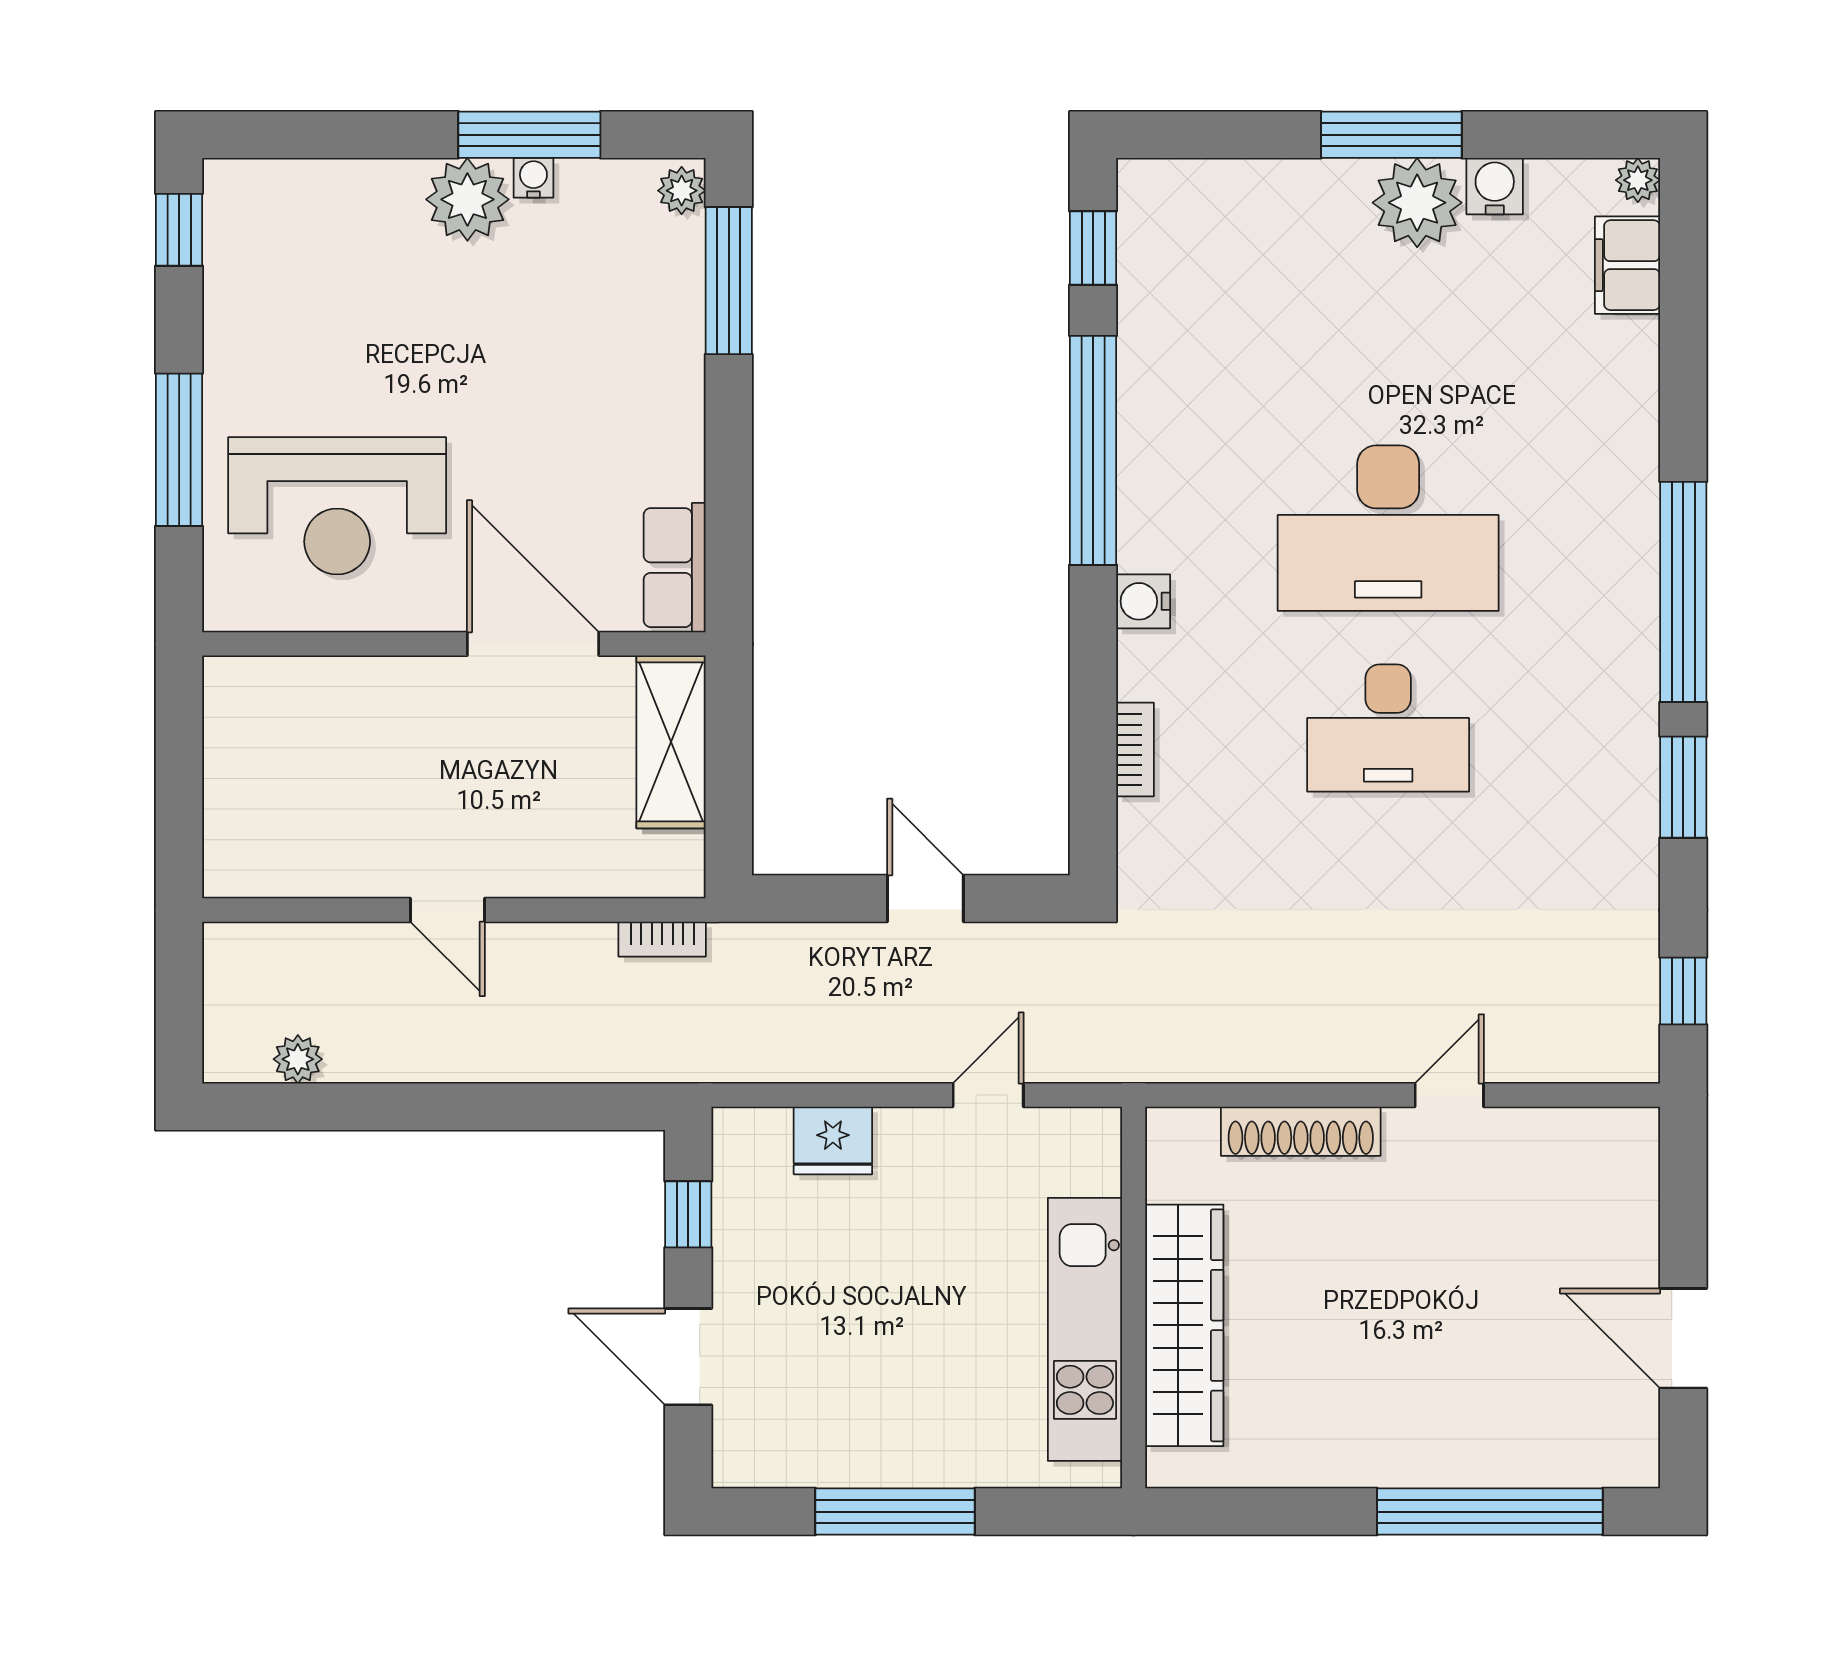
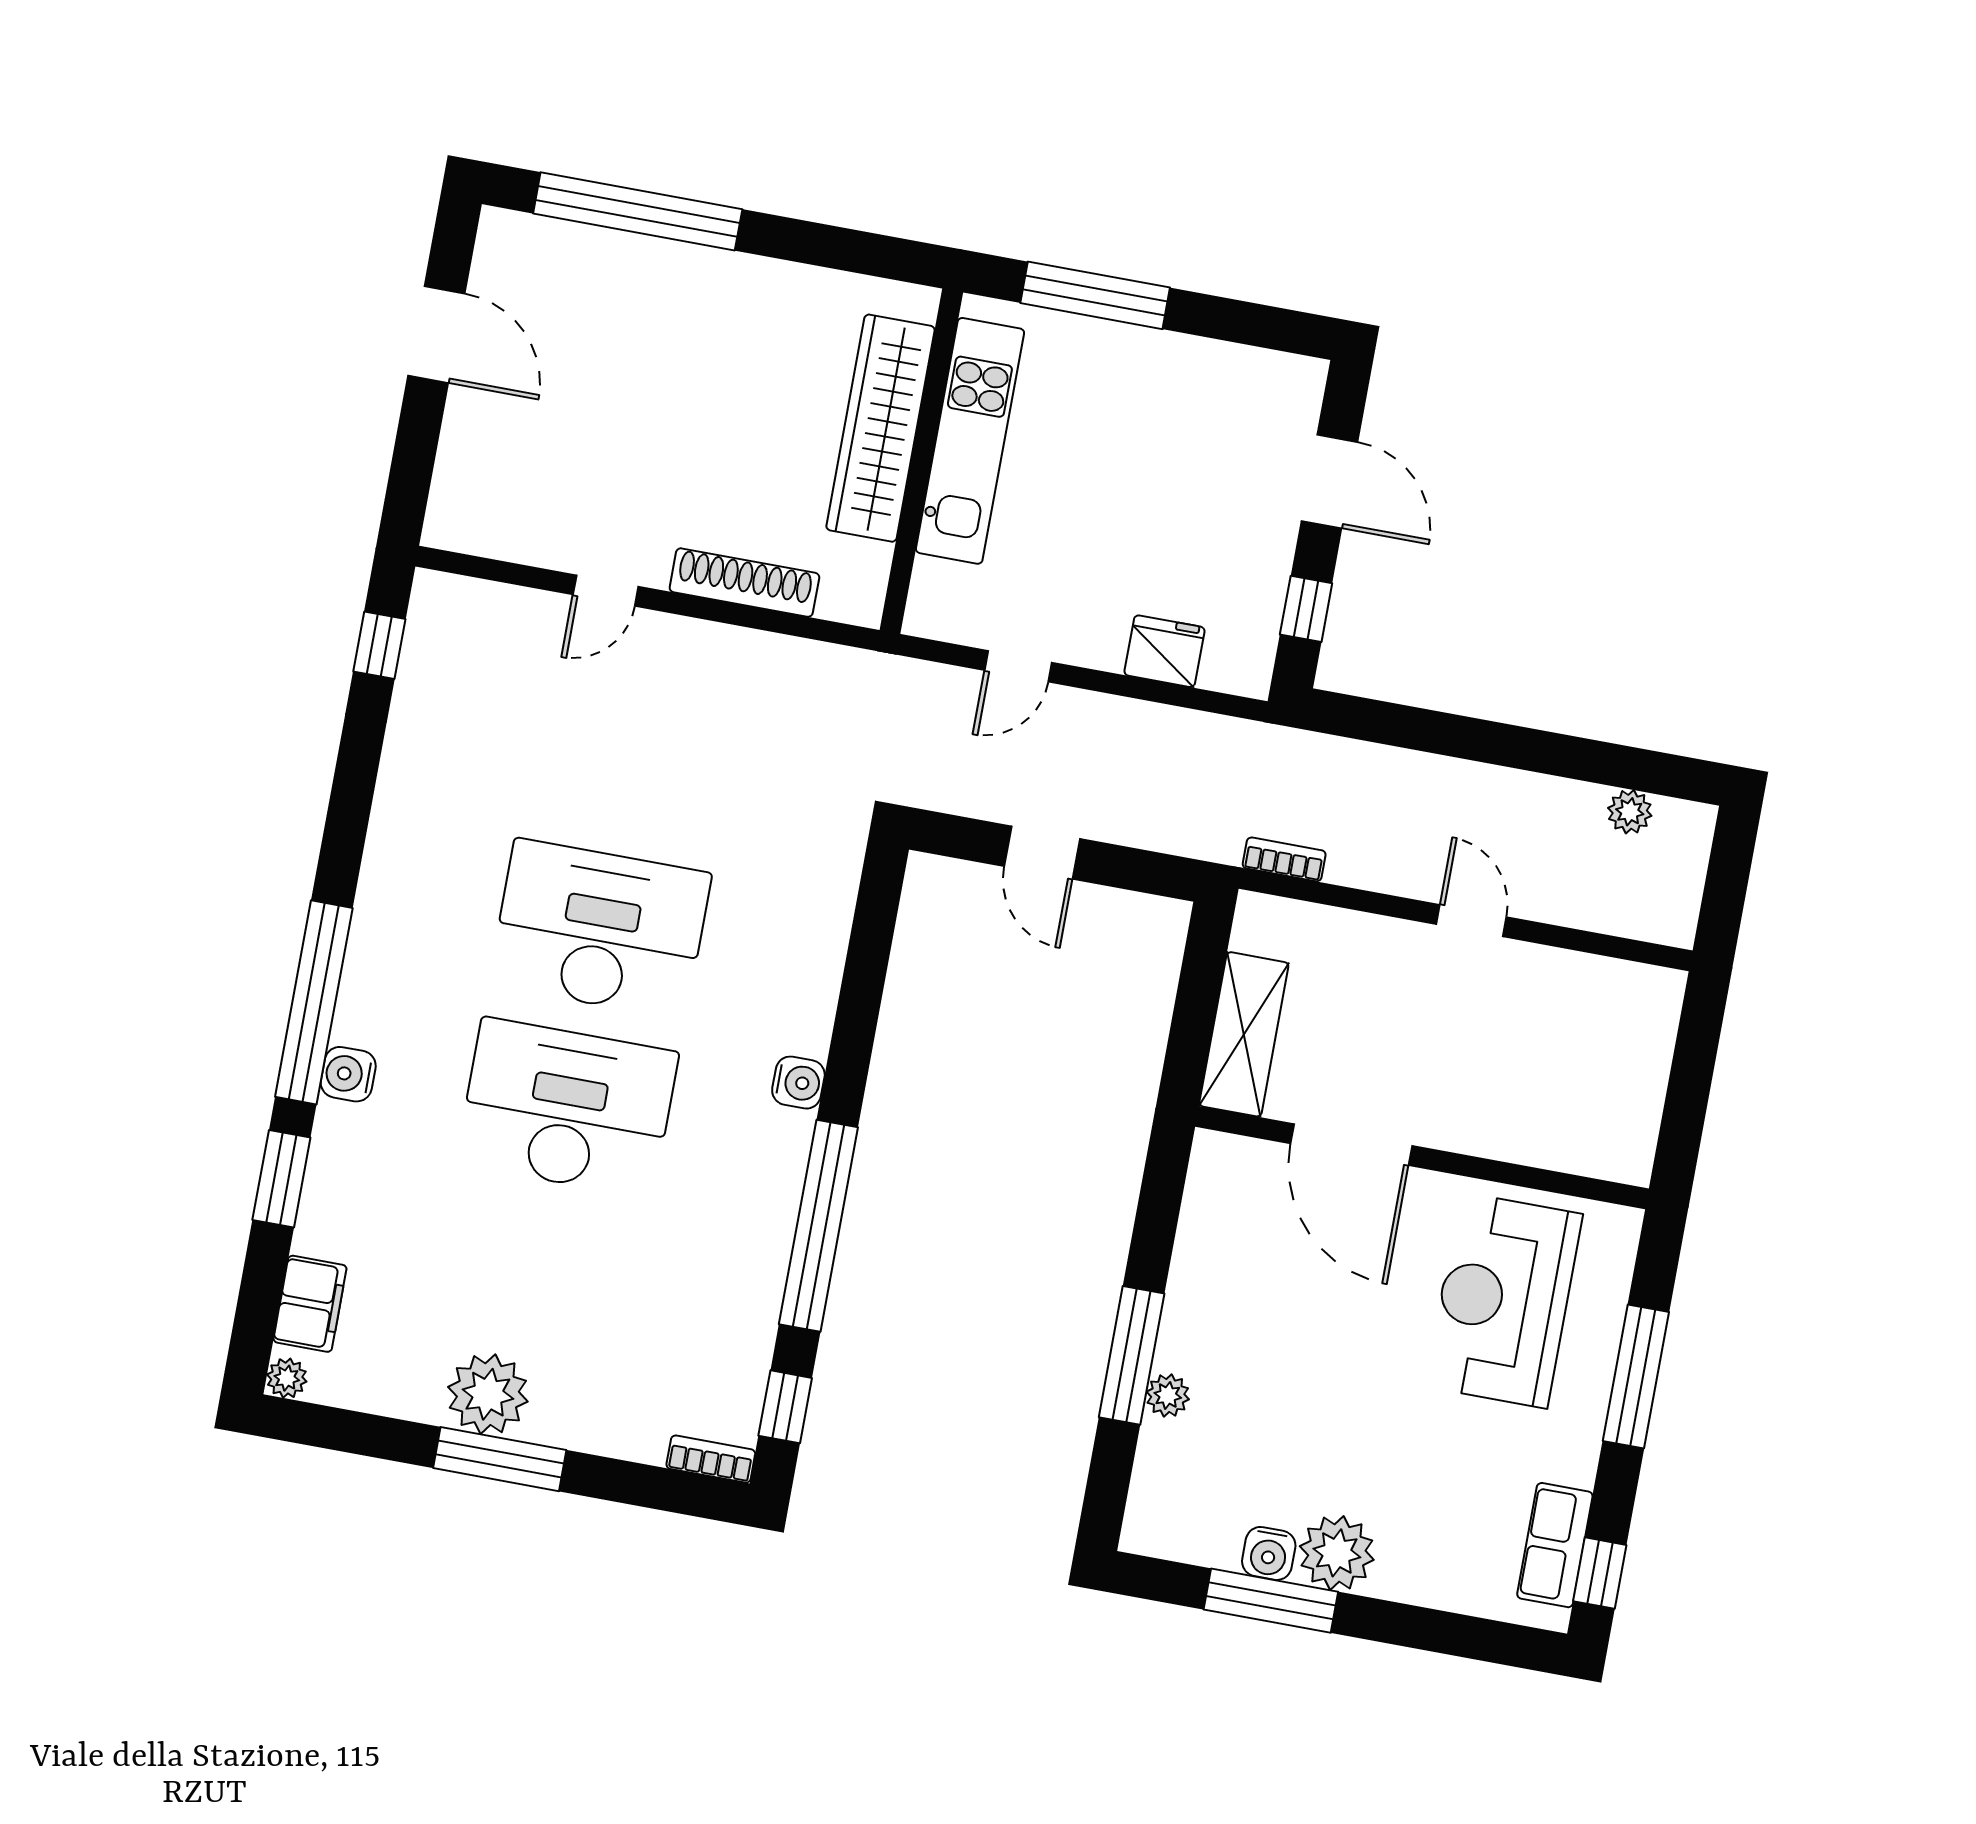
water cooler: (533, 178) -> (1269, 1553), width x1.38, depth x1.38
water cooler: (1495, 186) -> (348, 1074), moved, turned 90
plant: (682, 191) -> (1168, 1395), moved
window: (729, 281) -> (1132, 1355), moved
reception desk: (337, 506) -> (1504, 1300), turned -90
row of seats: (675, 568) -> (1555, 1545), moved, turned 180
desk: (1388, 728) -> (600, 929), width x1.36, depth x1.30
bookcase: (1135, 750) -> (711, 1459), moved, turned 90
window: (1683, 787) -> (281, 1179), moved
window: (895, 1512) -> (1095, 295), moved

